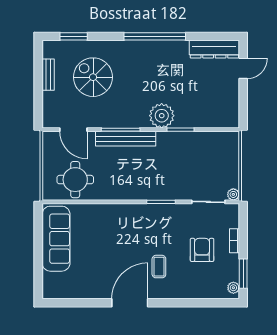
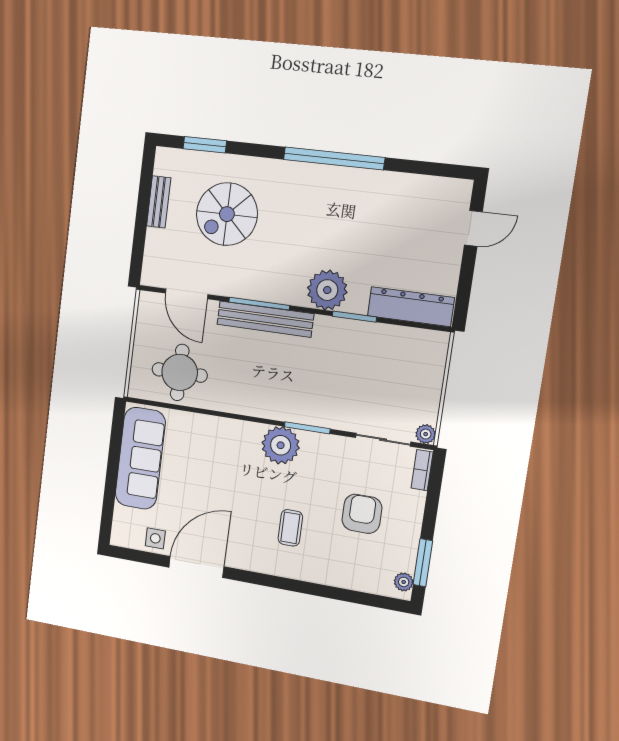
dresser: (214, 49) -> (411, 307), moved, turned 180
spiral stairs: (93, 77) -> (227, 214), turned -90
plant: (146, 216) -> (281, 445), added
bookcase: (234, 241) -> (422, 470), moved
side table: (72, 289) -> (155, 538), added
door: (130, 303) -> (196, 567), moved

